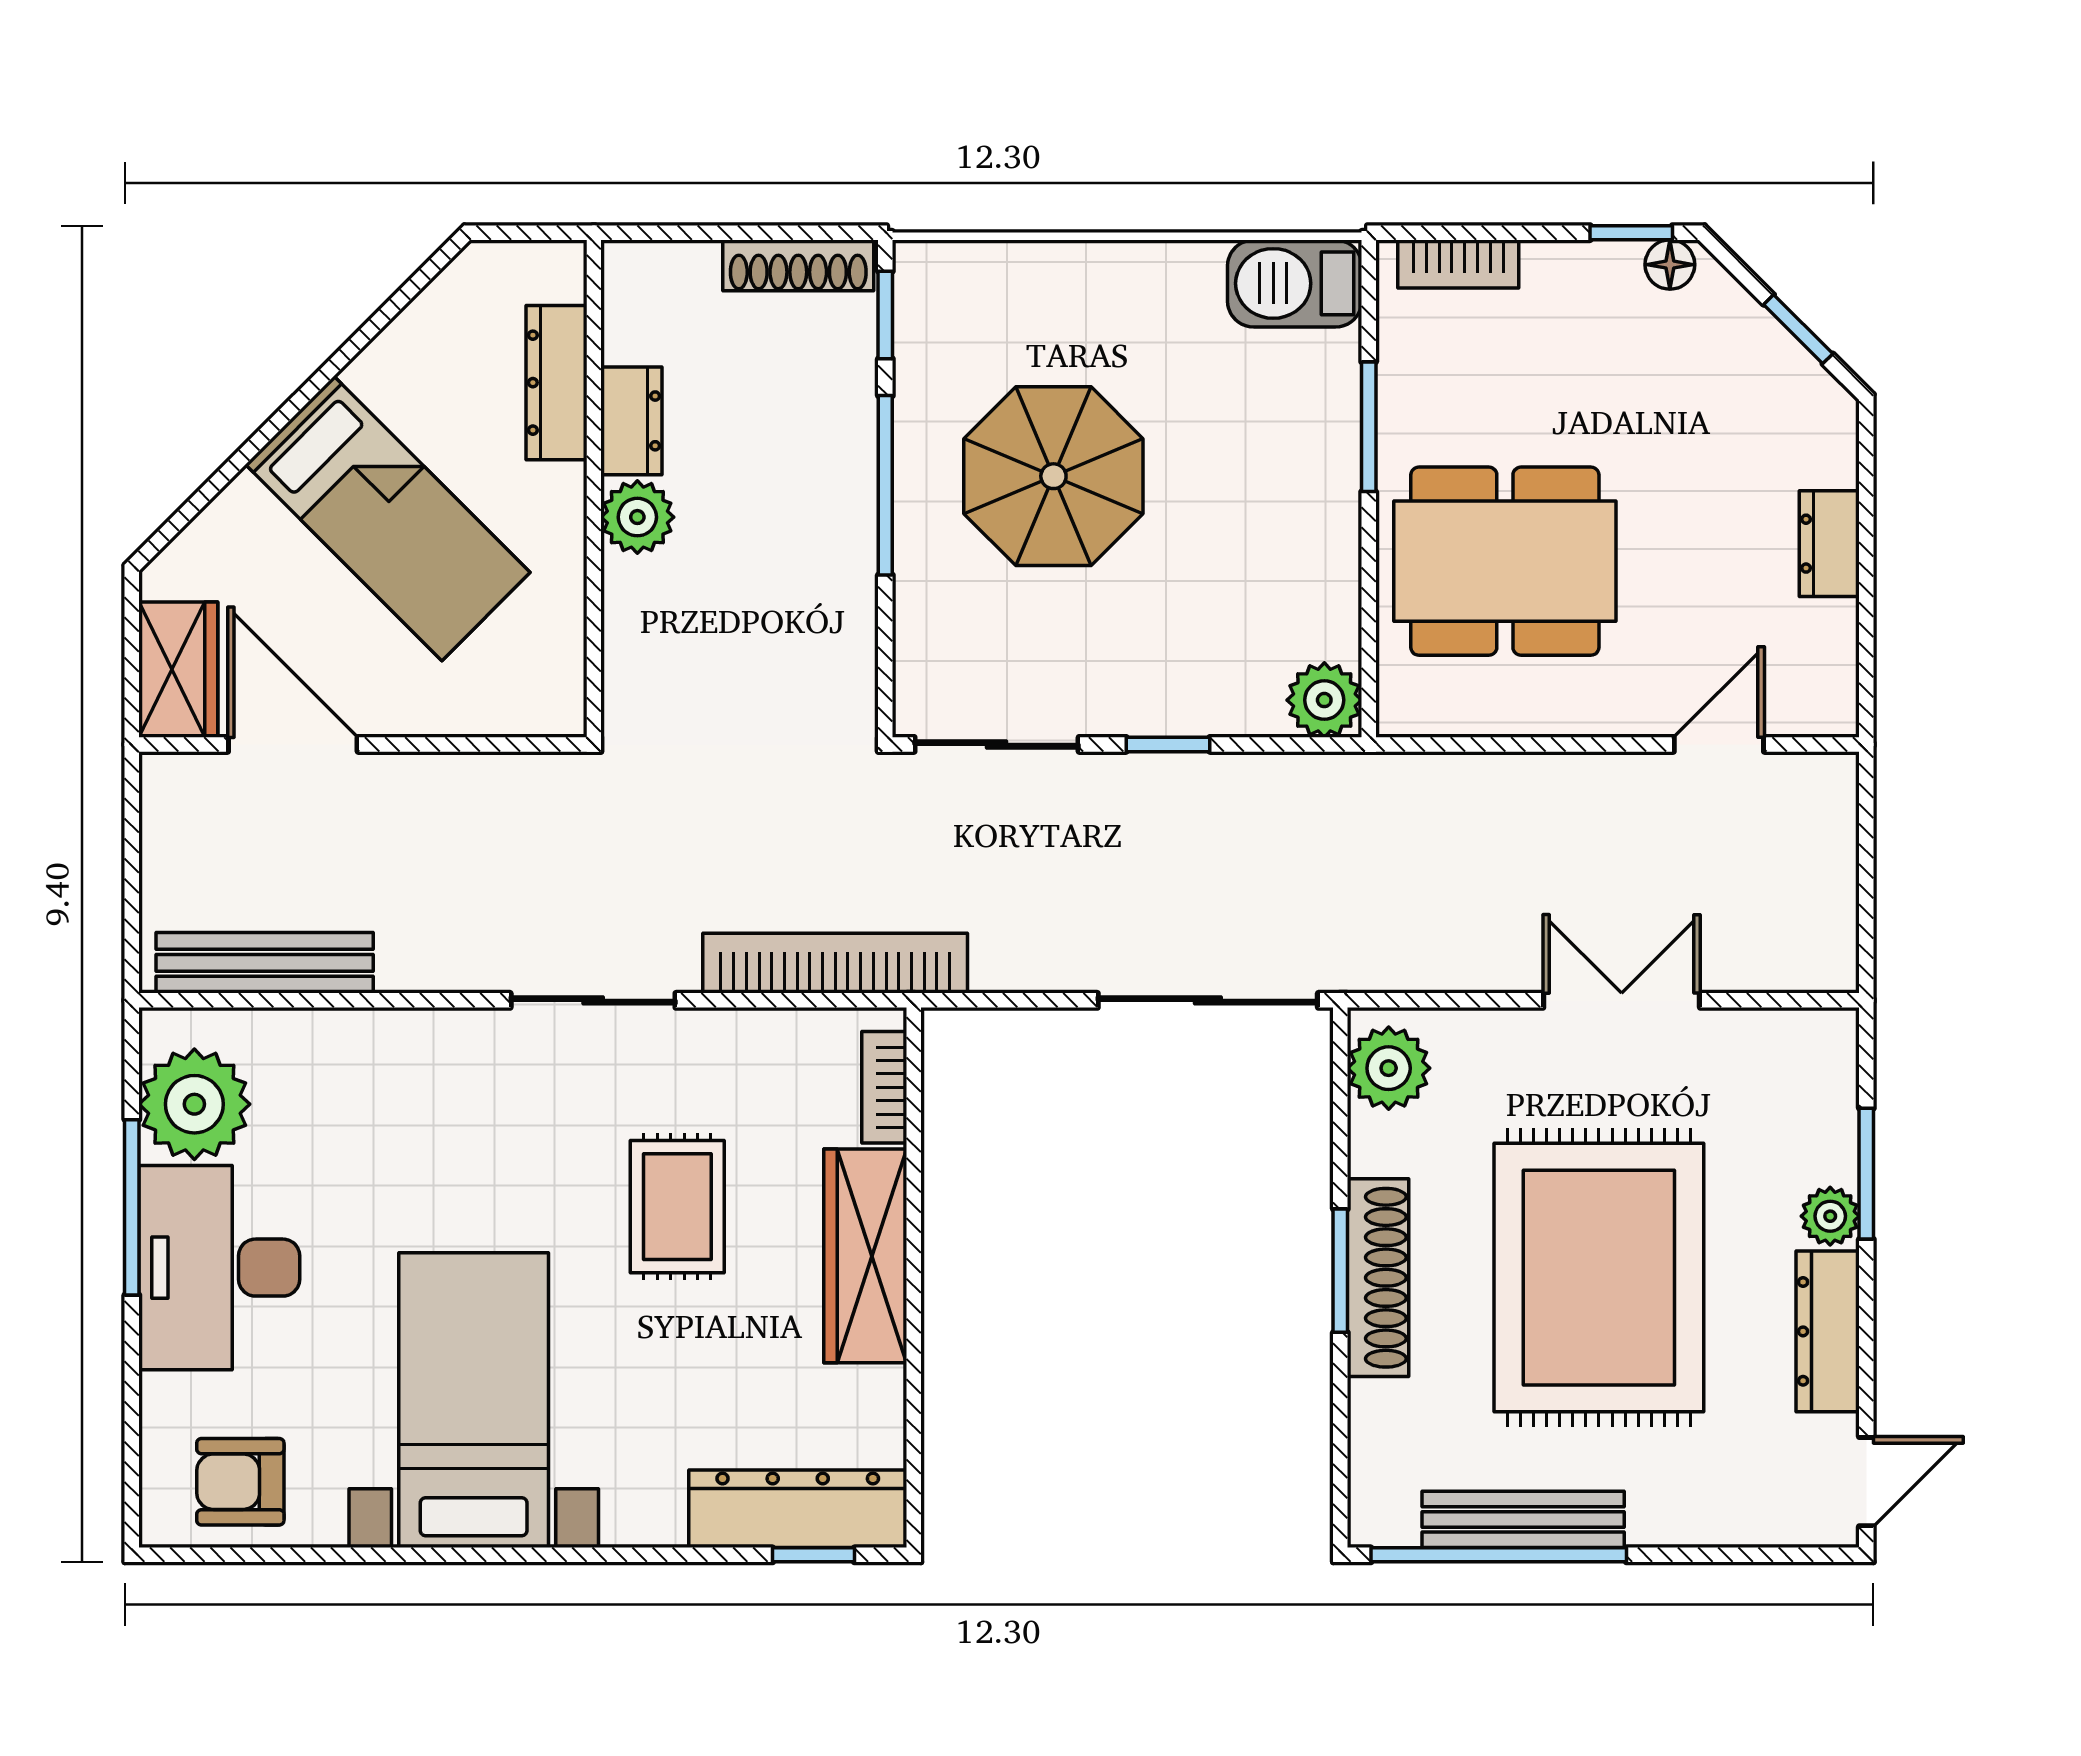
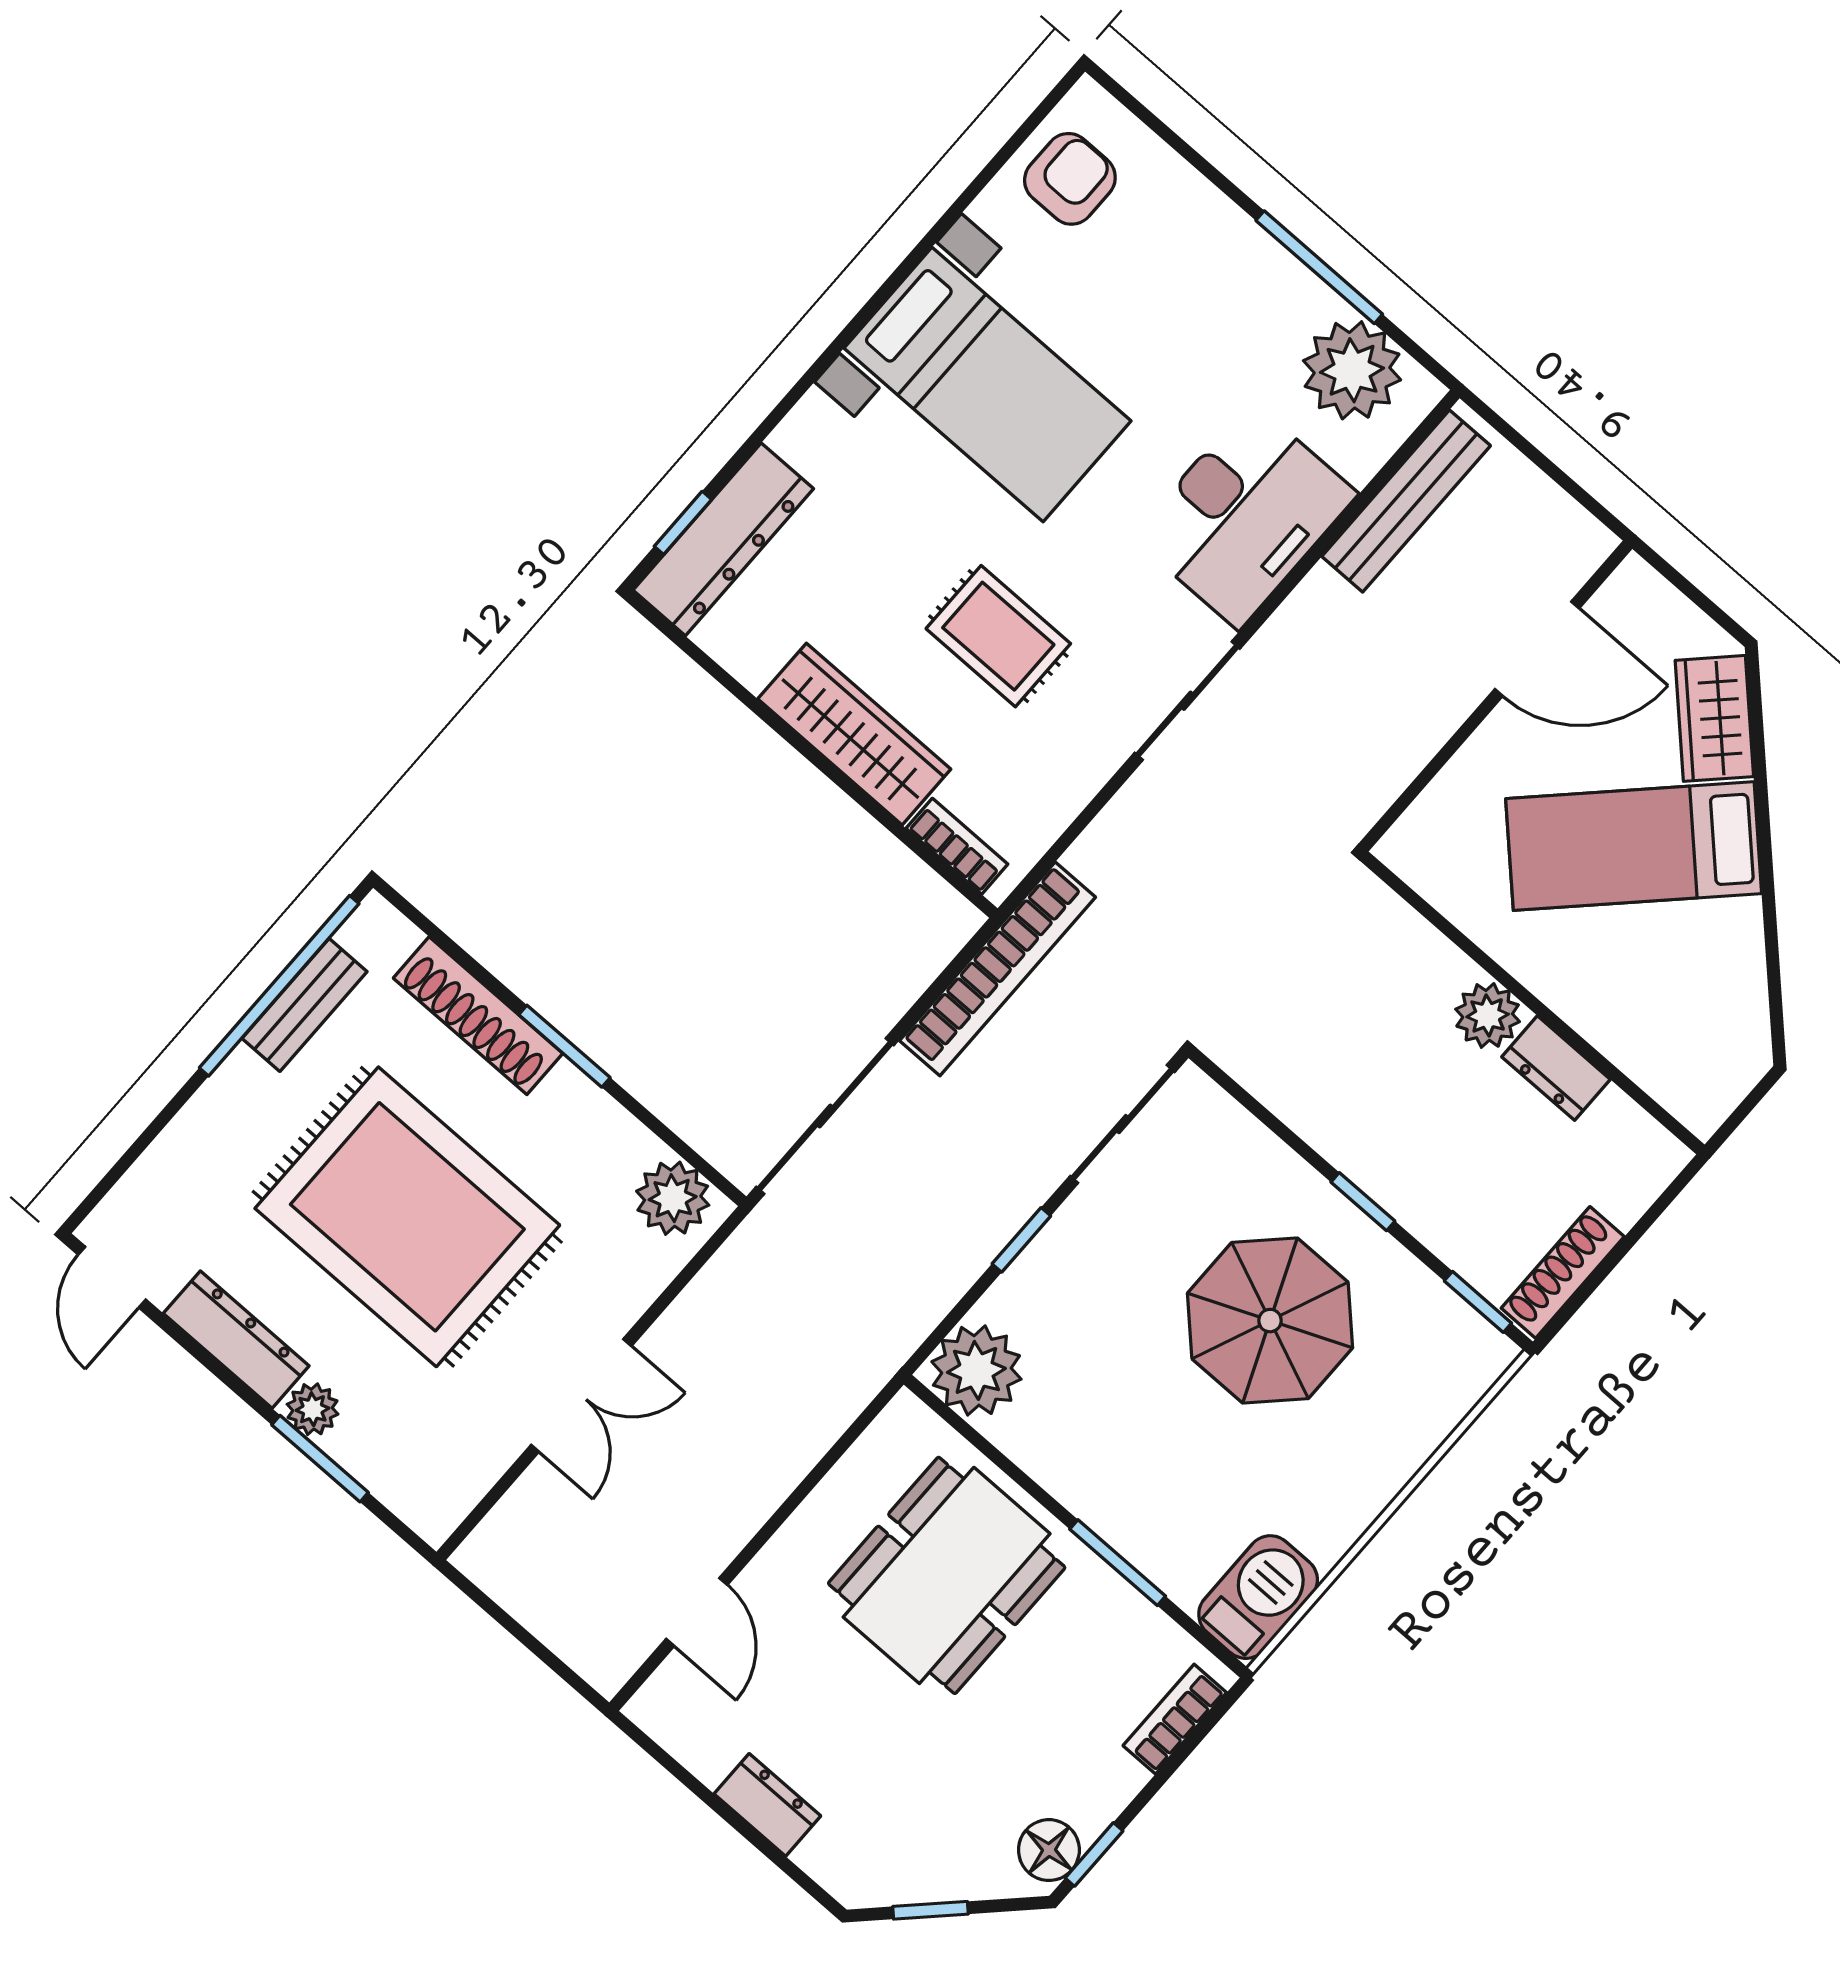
floor lamp: (1670, 265) -> (1049, 1850), width x1.37, depth x1.37
dresser: (557, 383) -> (1626, 1040), removed
window: (885, 485) -> (1363, 1202), width x0.46
wardrobe: (178, 670) -> (1714, 718), moved, turned 45
plant: (1324, 700) -> (976, 1370), width x1.36, depth x1.36
bookcase: (835, 963) -> (998, 969), moved
desk: (219, 1268) -> (1245, 515), moved, turned 90
shoe rack: (1378, 1278) -> (478, 1016), moved
bench: (1523, 1519) -> (304, 1005), width x0.73

